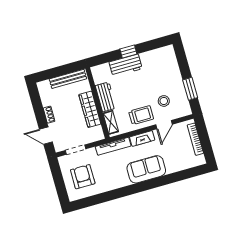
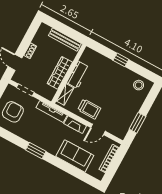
workbench: (126, 65) -> (111, 67), removed
stool: (164, 101) -> (139, 85), moved
sofa: (146, 169) -> (75, 156), moved
window: (131, 190) -> (36, 151), added

